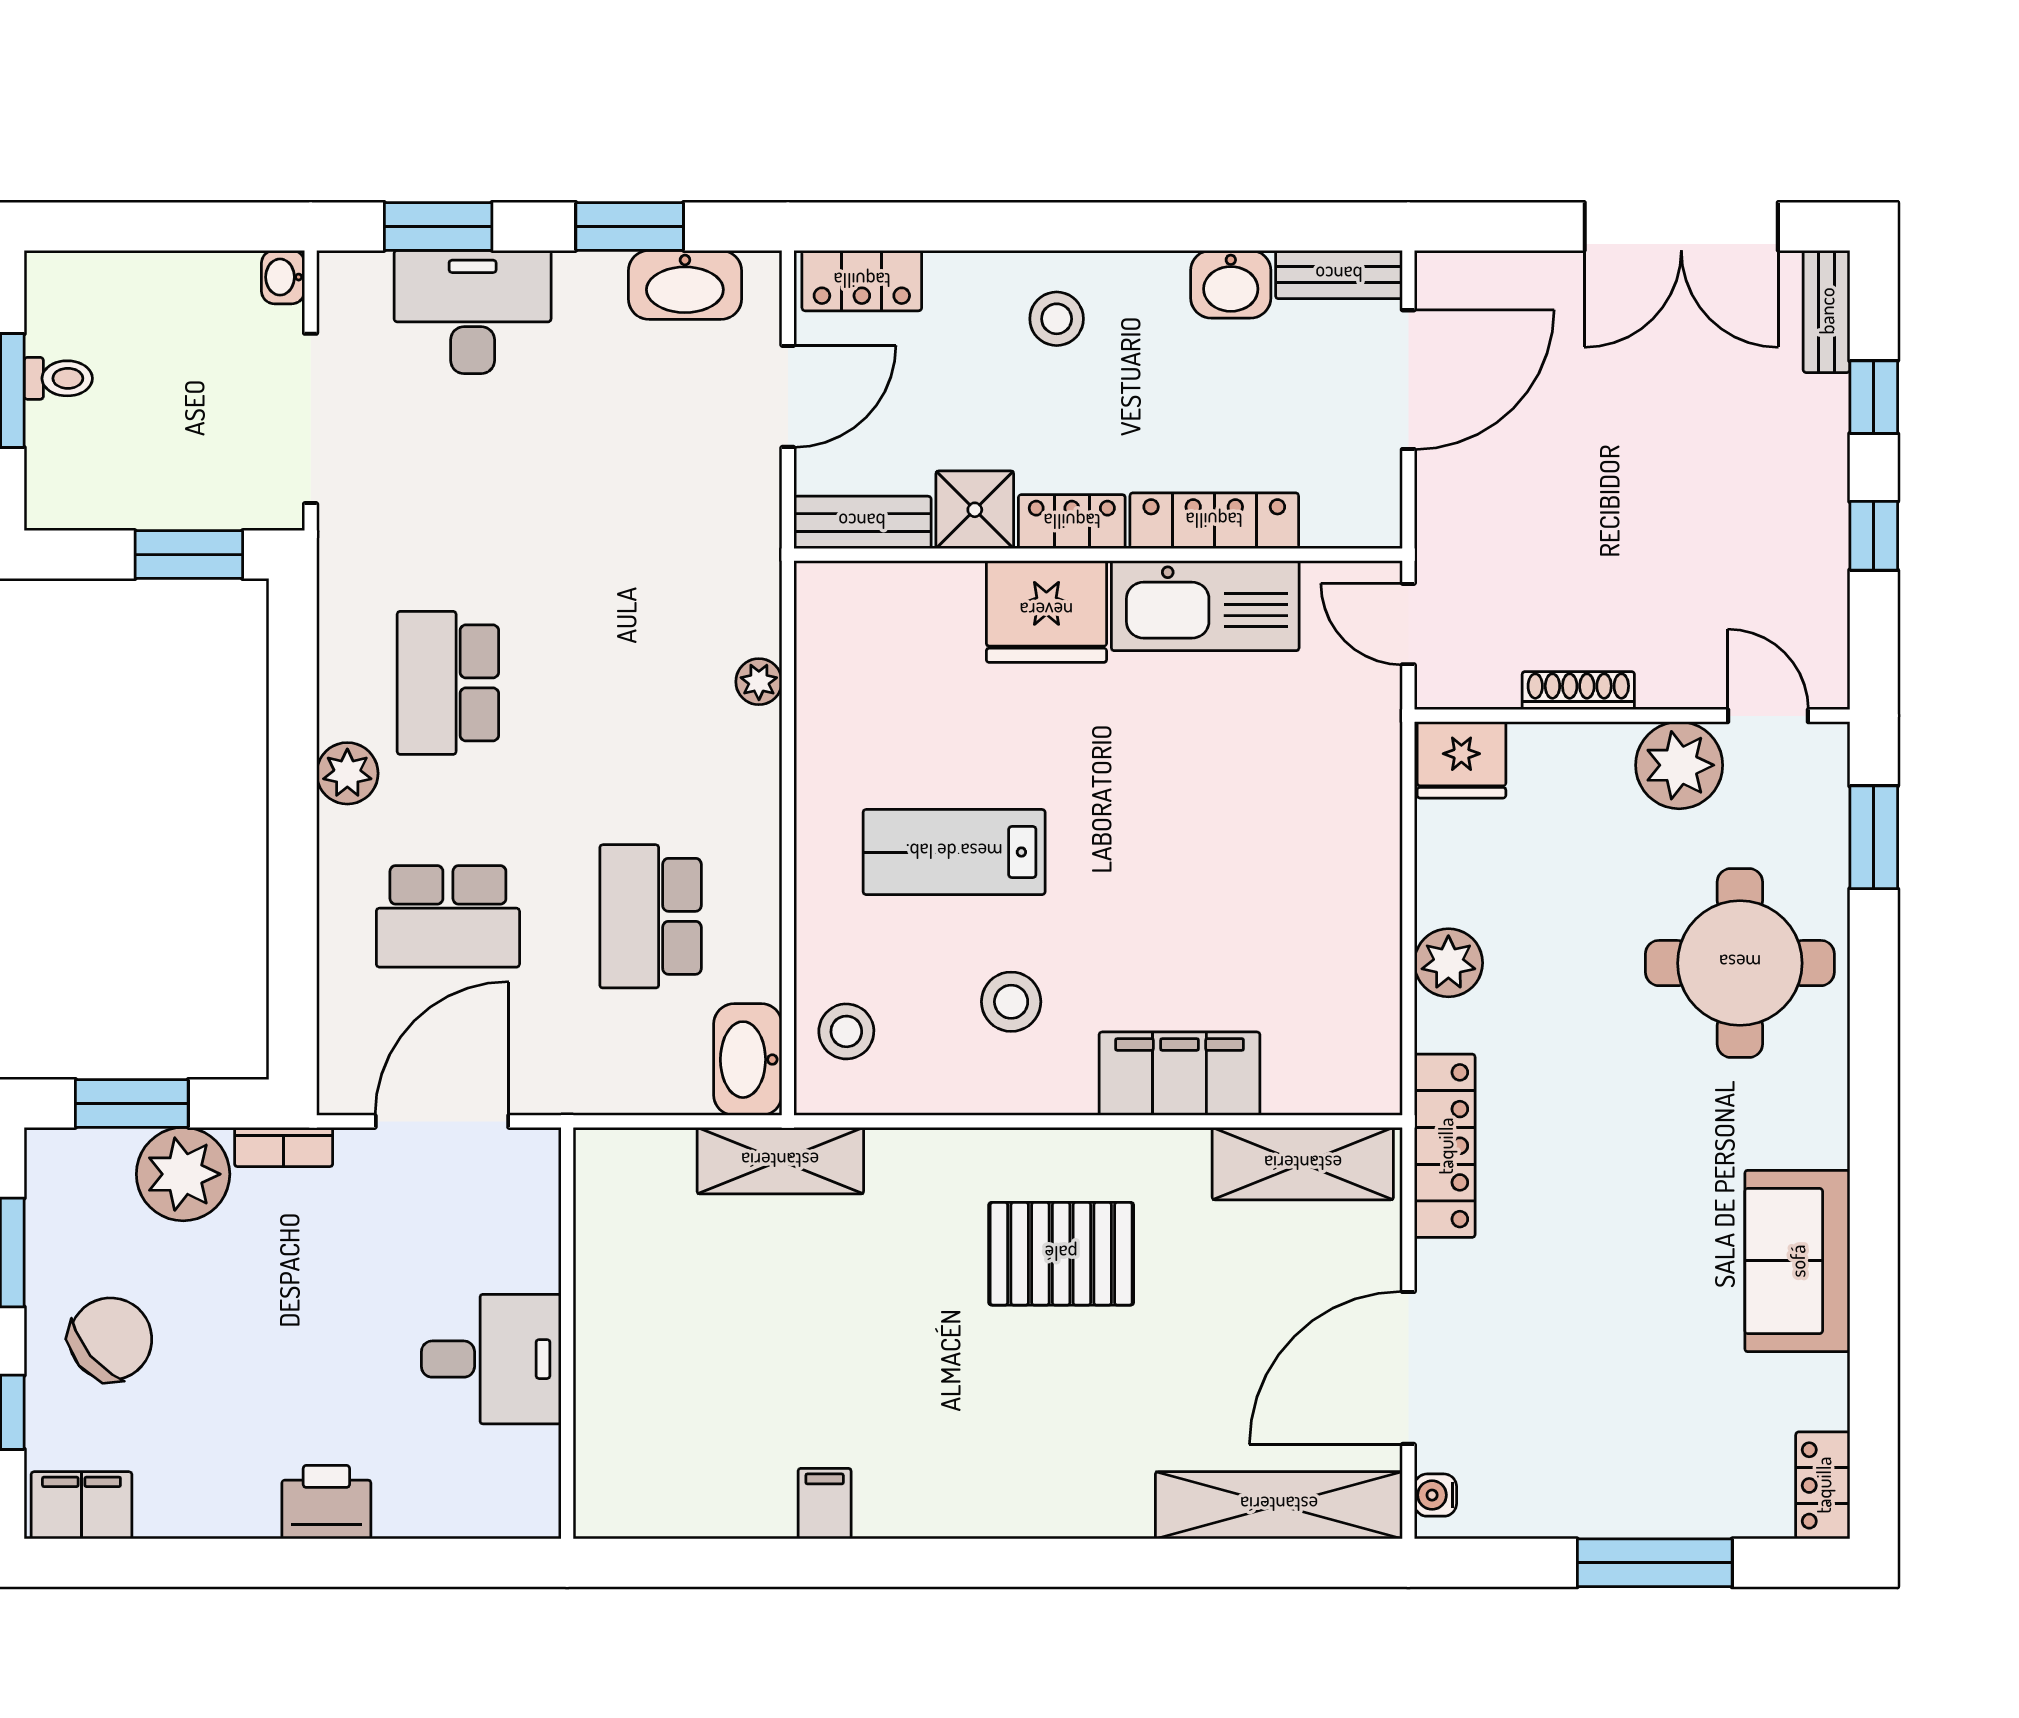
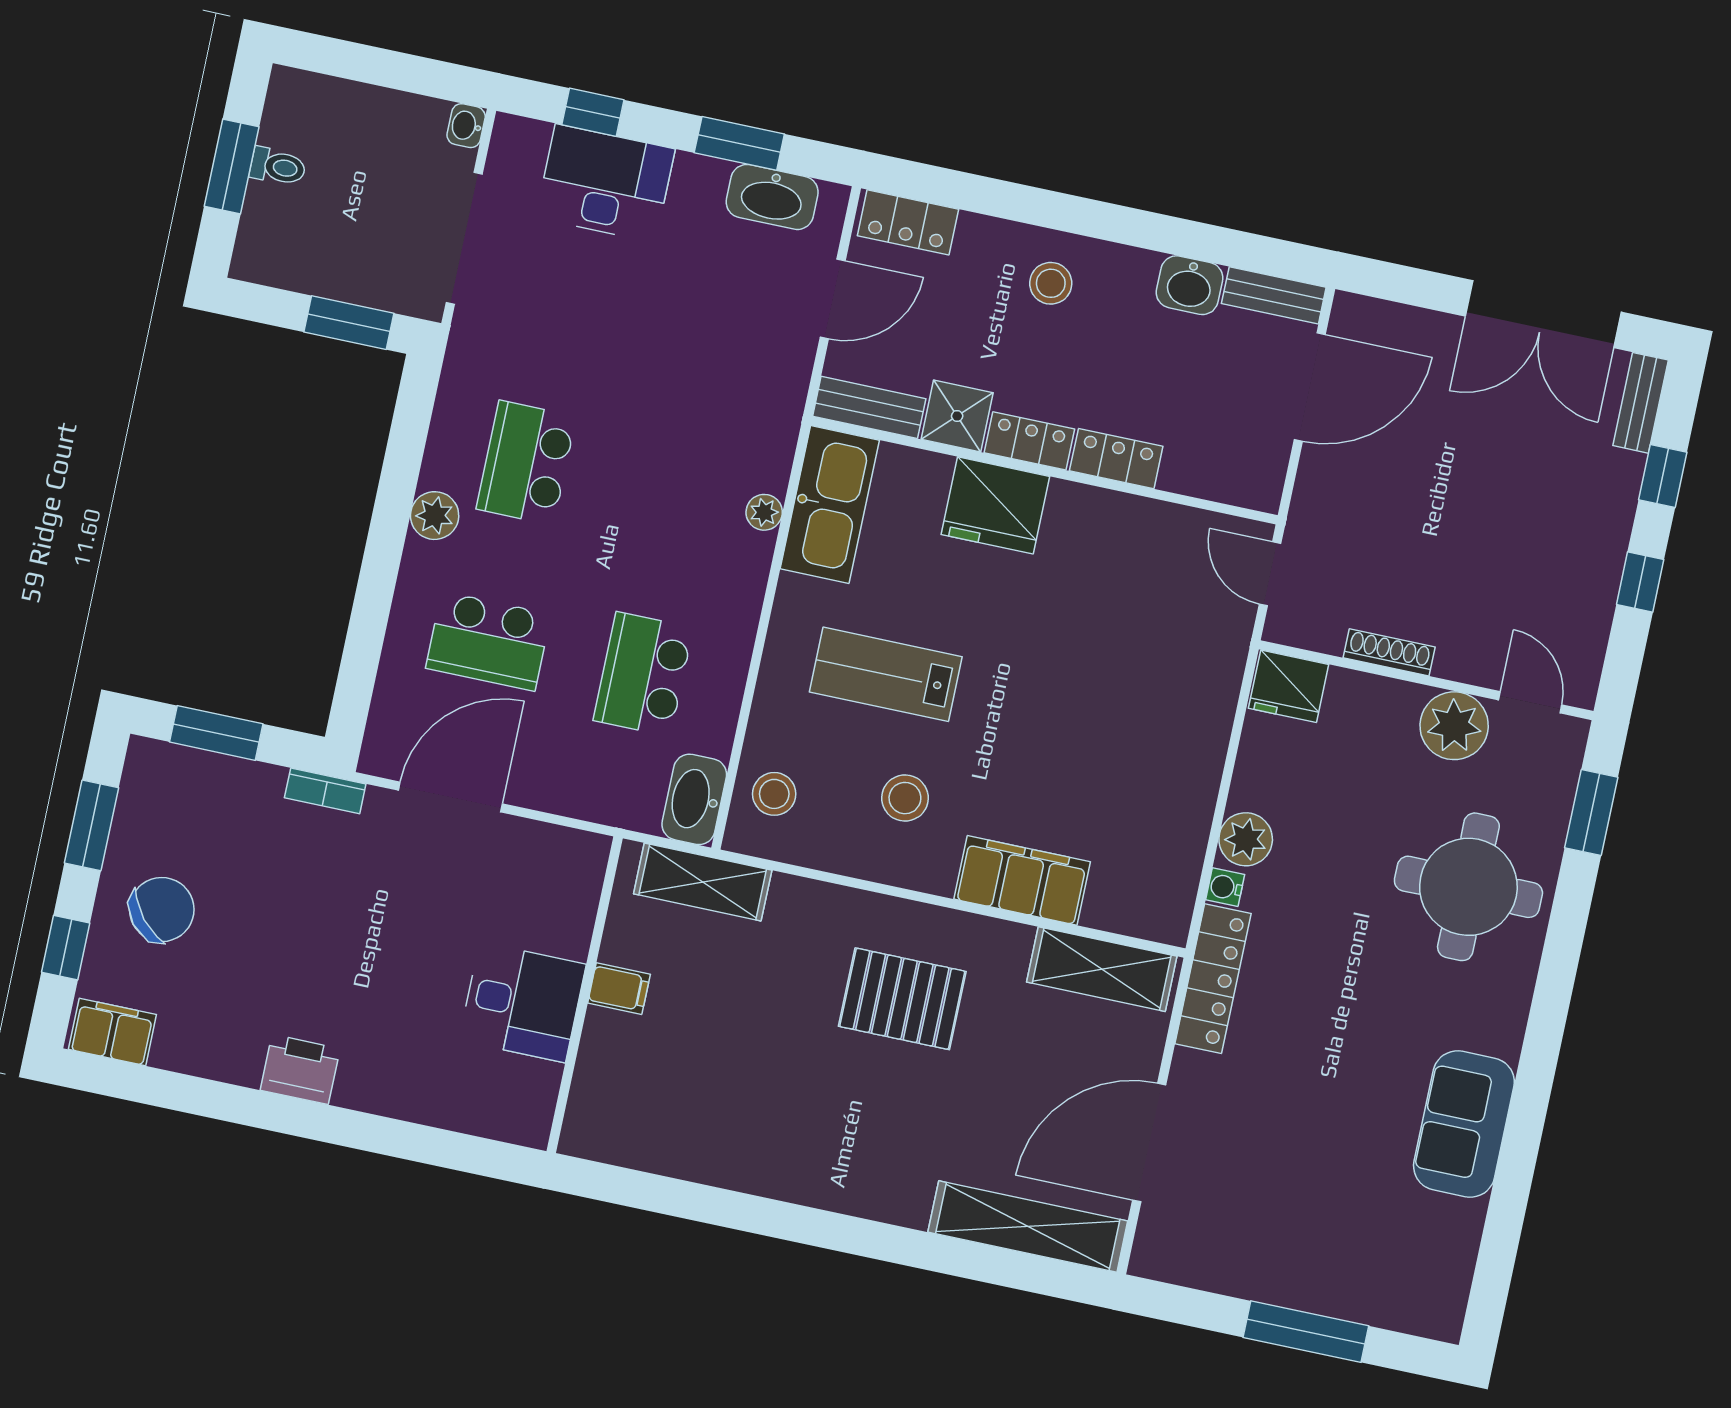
window: (438, 226) -> (593, 112), width x0.67
locker: (1214, 521) -> (1116, 459), width x0.66
kitchen sink: (1205, 606) -> (830, 504), moved, turned -90
plant: (183, 1174) -> (244, 795), removed
wall: (567, 1333) -> (585, 995), moved
desk: (491, 1359) -> (522, 1002), moved
locker: (1823, 1485) -> (1447, 1300), removed
water cooler: (1435, 1495) -> (1225, 887), moved
filing cabinet: (825, 1504) -> (619, 989), moved, turned 90

